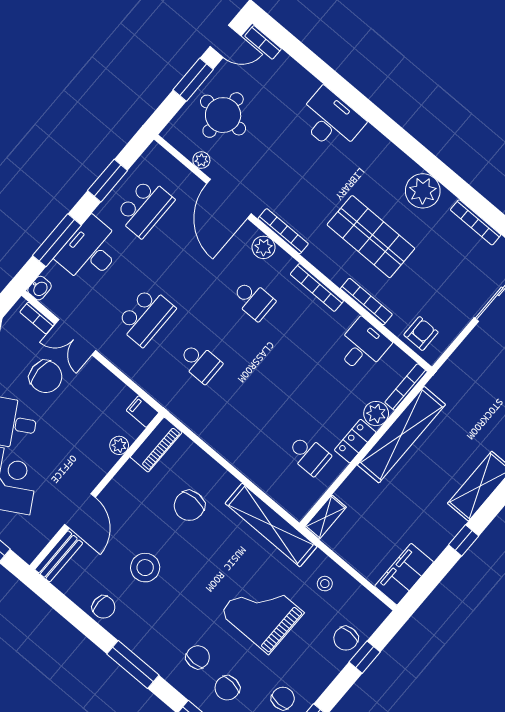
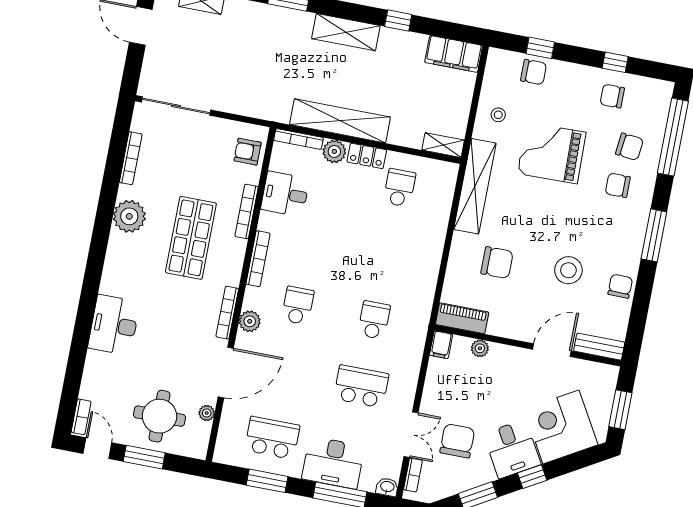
grand piano: (262, 613) -> (552, 153), turned 89

